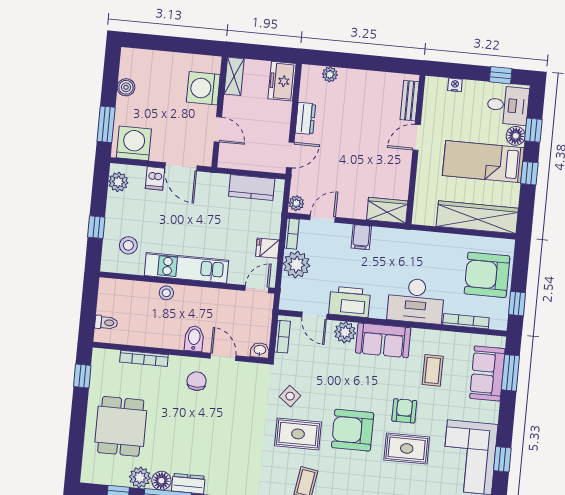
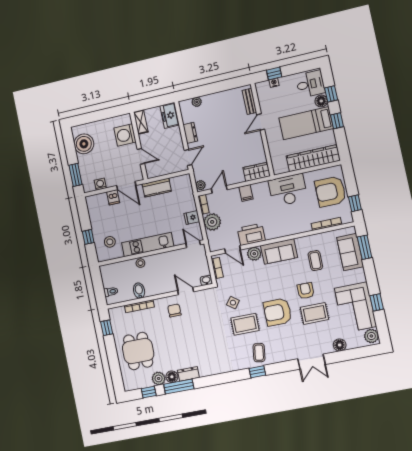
window: (501, 75) -> (274, 74), moved
boiler: (126, 87) -> (84, 144), width x1.86, depth x1.86
washing machine: (134, 143) -> (100, 184), width x0.53, depth x0.53
plant: (118, 182) -> (93, 206), removed
kitchen counter: (252, 187) -> (157, 188), moved
door: (257, 289) -> (193, 244), hinge flipped
desk: (416, 301) -> (288, 190), moved, turned 180
bidet: (194, 339) -> (139, 291), moved

